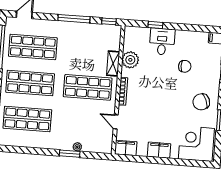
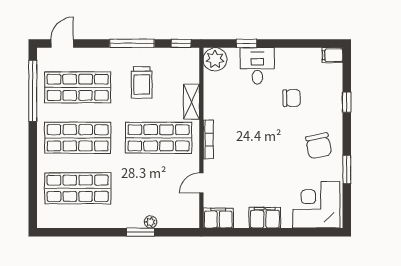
trolley: (79, 47) -> (142, 82), added
plant: (130, 60) -> (215, 59), moved
chair: (201, 102) -> (319, 146), turned -79
door: (116, 122) -> (201, 183), hinge flipped

